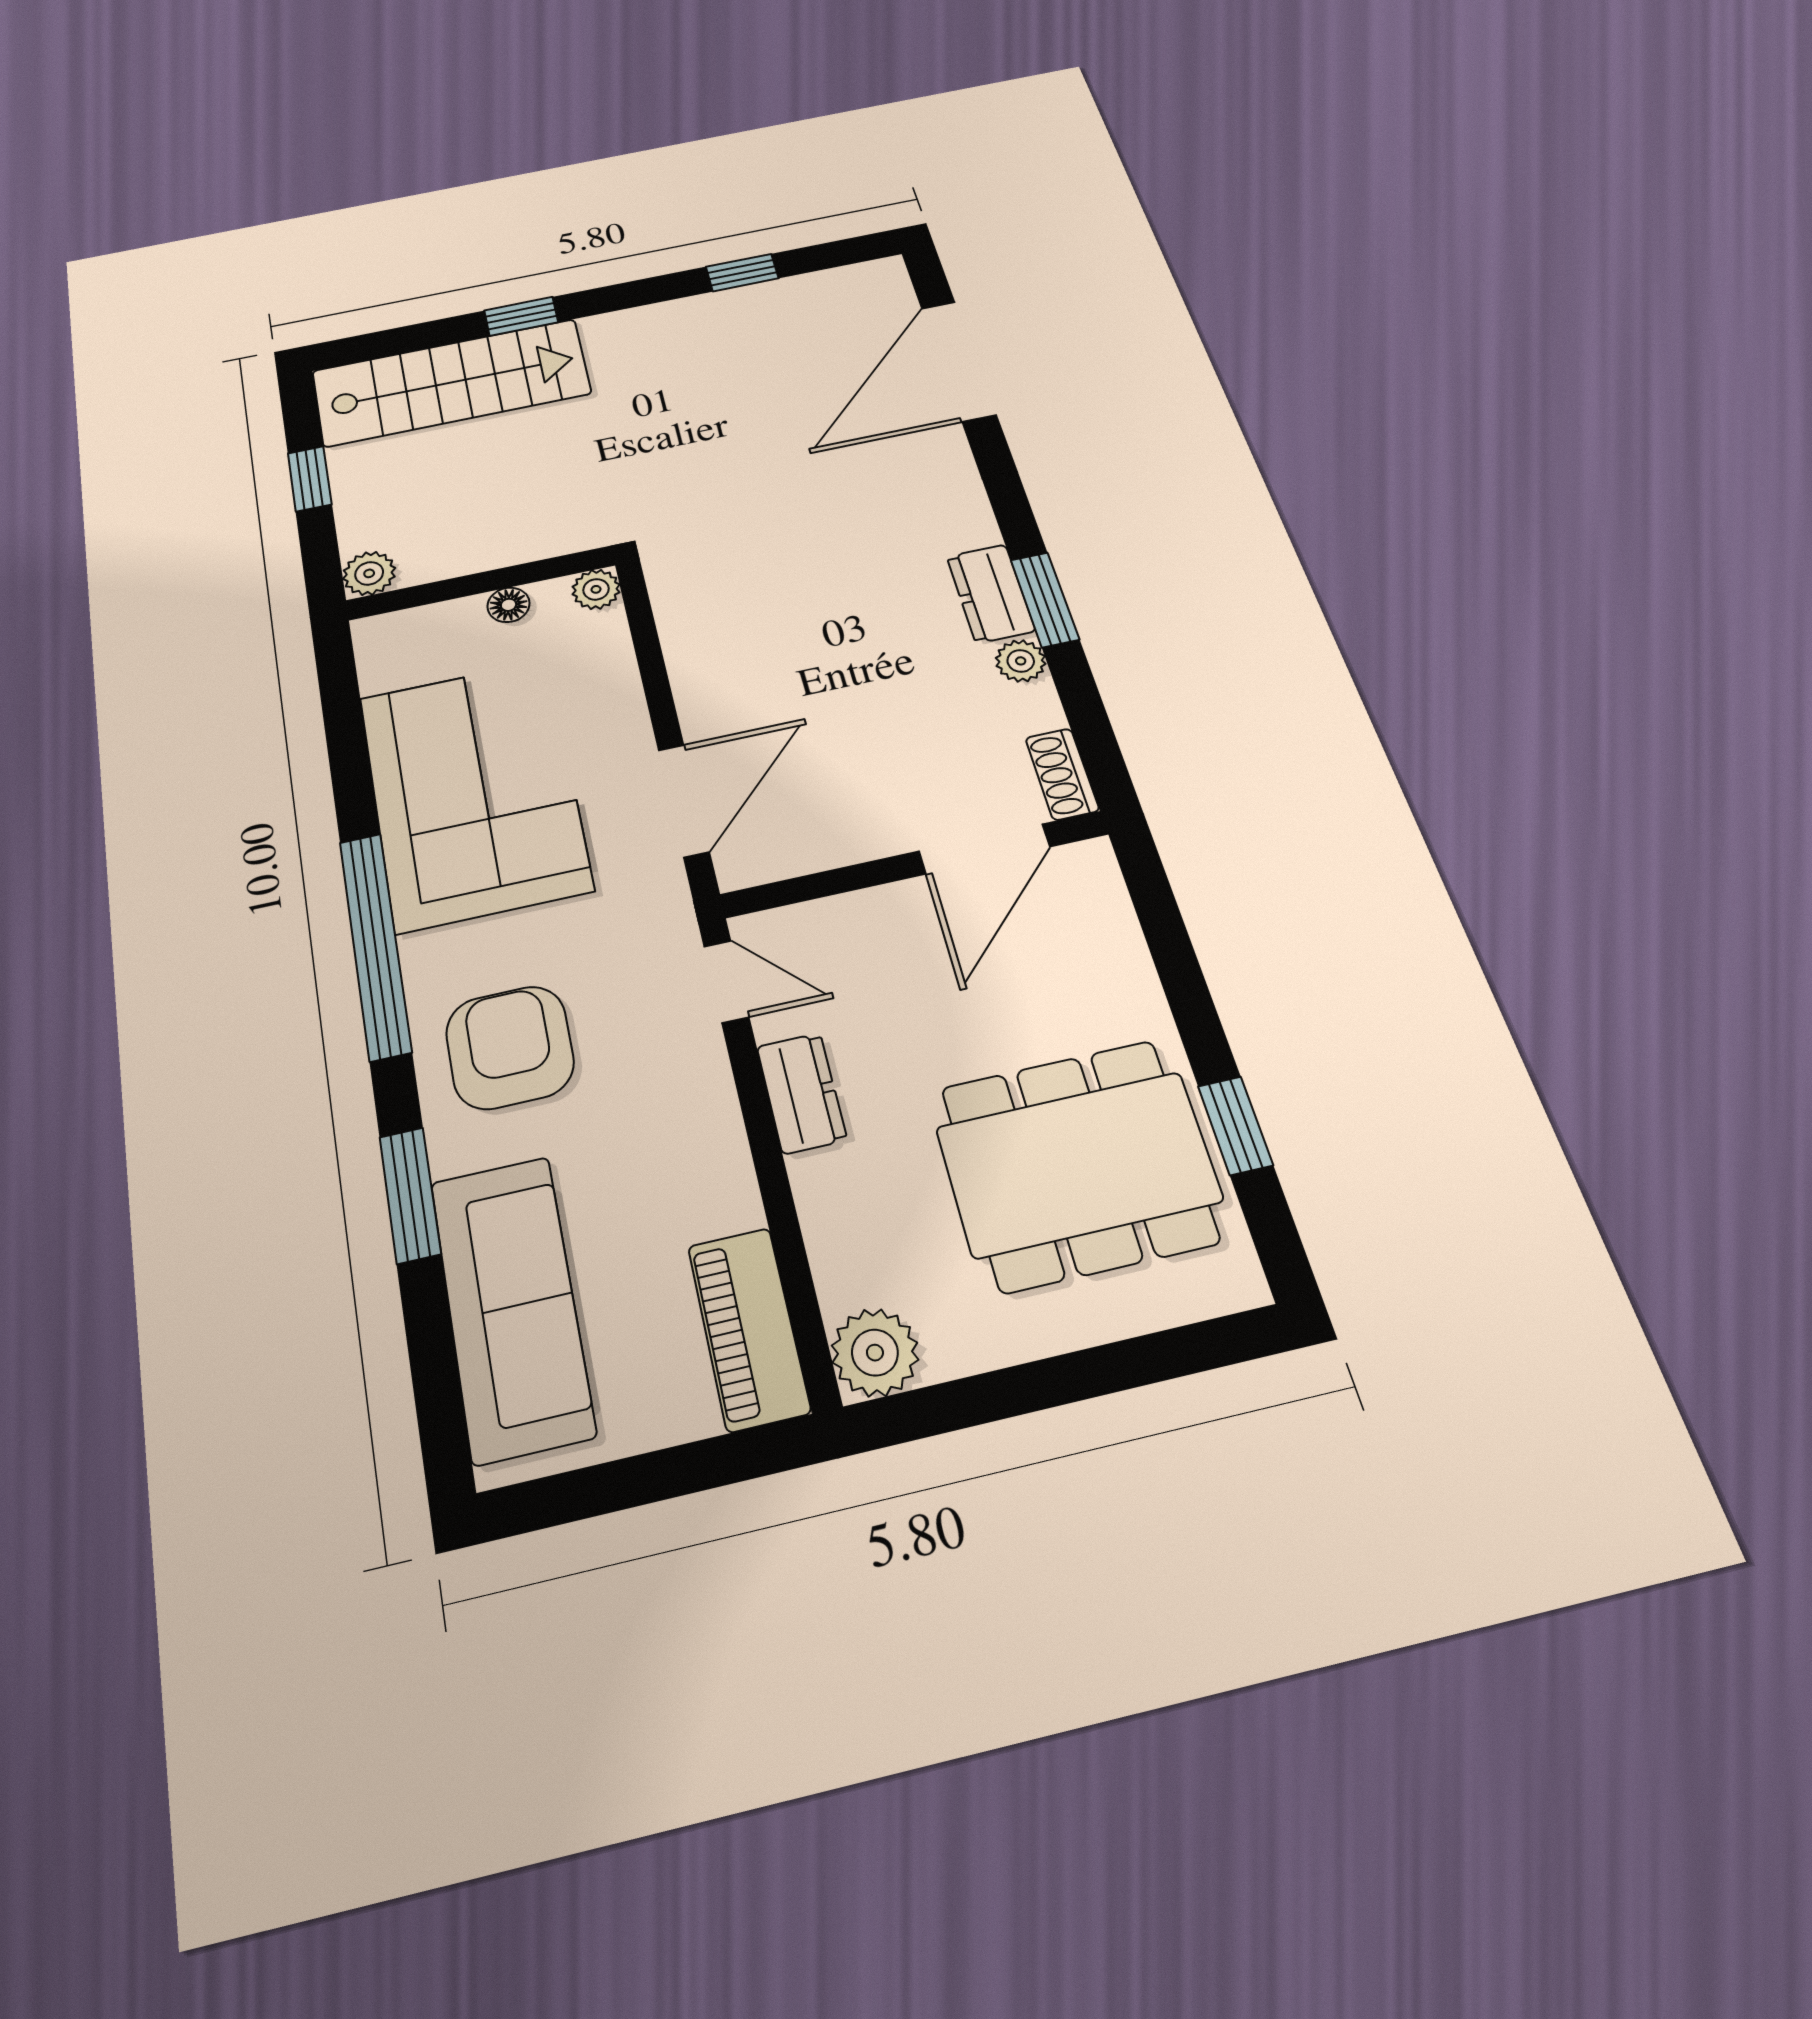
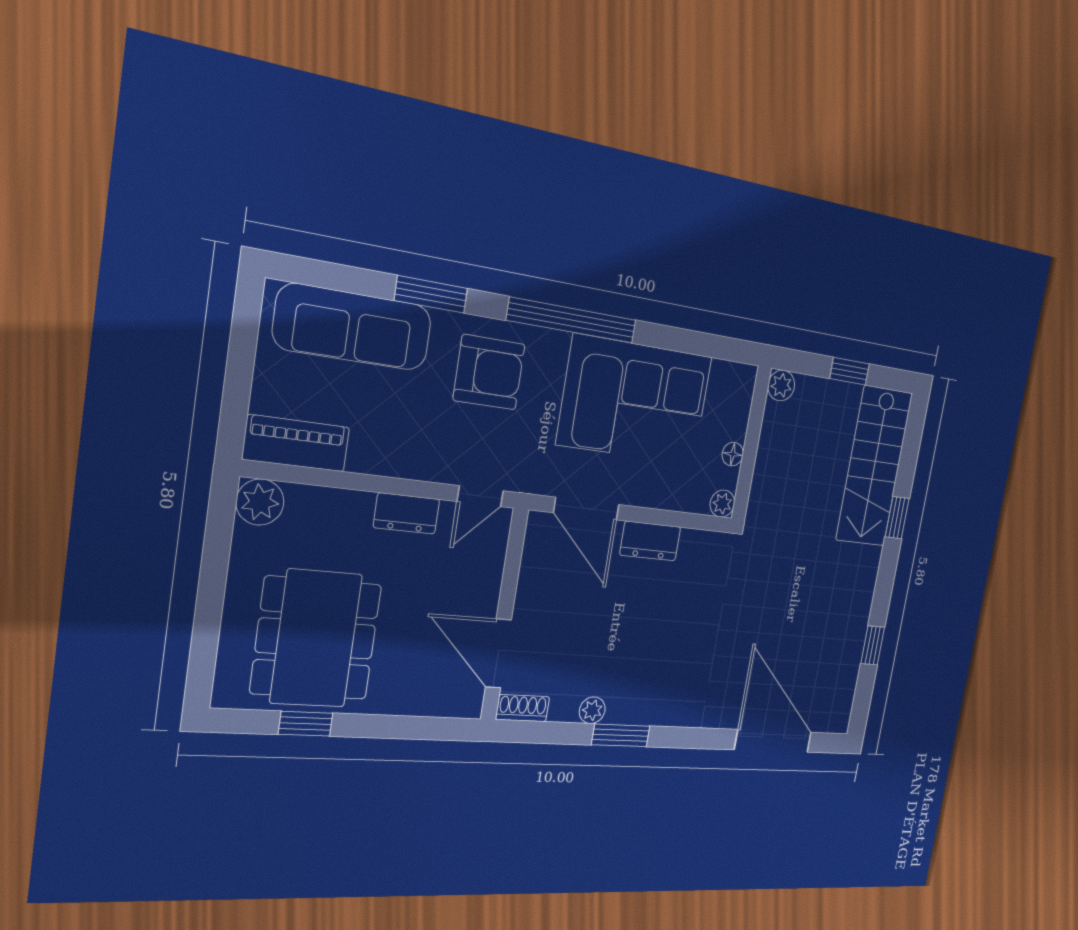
dresser: (991, 594) -> (650, 541), moved, turned 180

